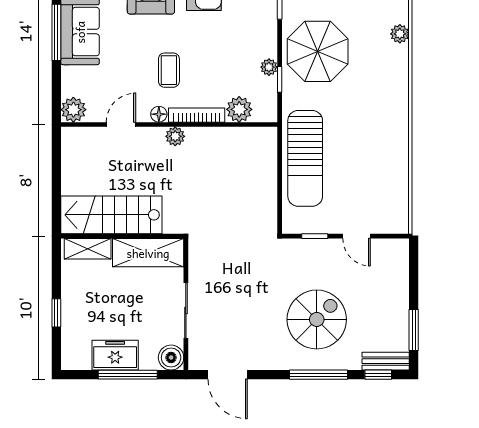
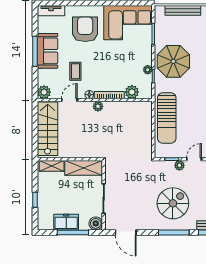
coffee table: (169, 70) -> (75, 71), moved
stairs: (111, 215) -> (48, 129), moved, turned 90
door: (356, 236) -> (194, 159), swing flipped
plant: (329, 248) -> (179, 165), added

